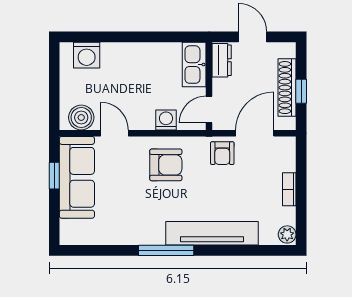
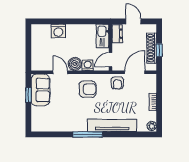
washing machine: (87, 55) -> (58, 31), moved
boiler: (81, 117) -> (75, 64), moved
sofa: (77, 177) -> (40, 90), width x0.73

